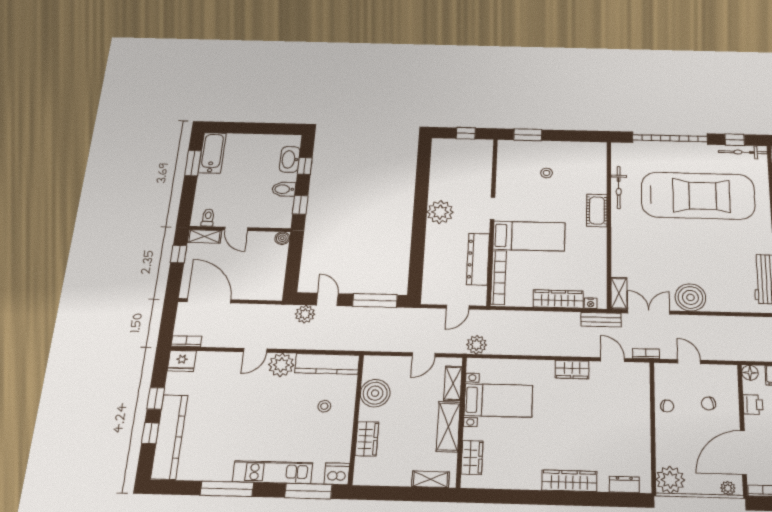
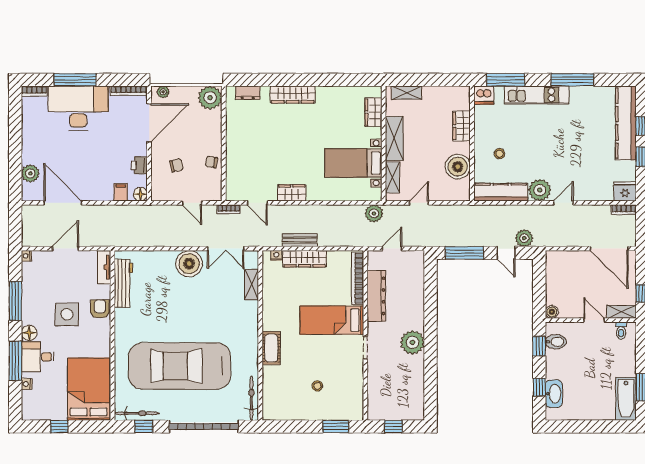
bicycle: (619, 187) -> (251, 398), moved
bidet: (284, 189) -> (556, 342), moved
shelving: (619, 293) -> (252, 284), moved
bench: (601, 320) -> (300, 240), moved

